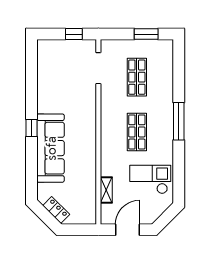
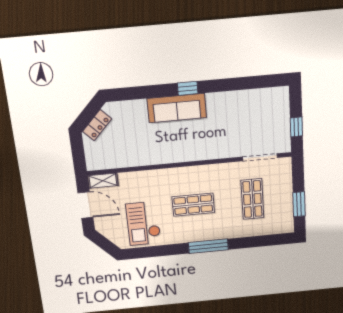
shop shelf: (137, 77) -> (252, 199), turned 90
sofa: (51, 148) -> (177, 108), width x0.74, depth x0.79
checkout: (150, 179) -> (143, 223), turned 180
shelving: (106, 190) -> (103, 181), moved

